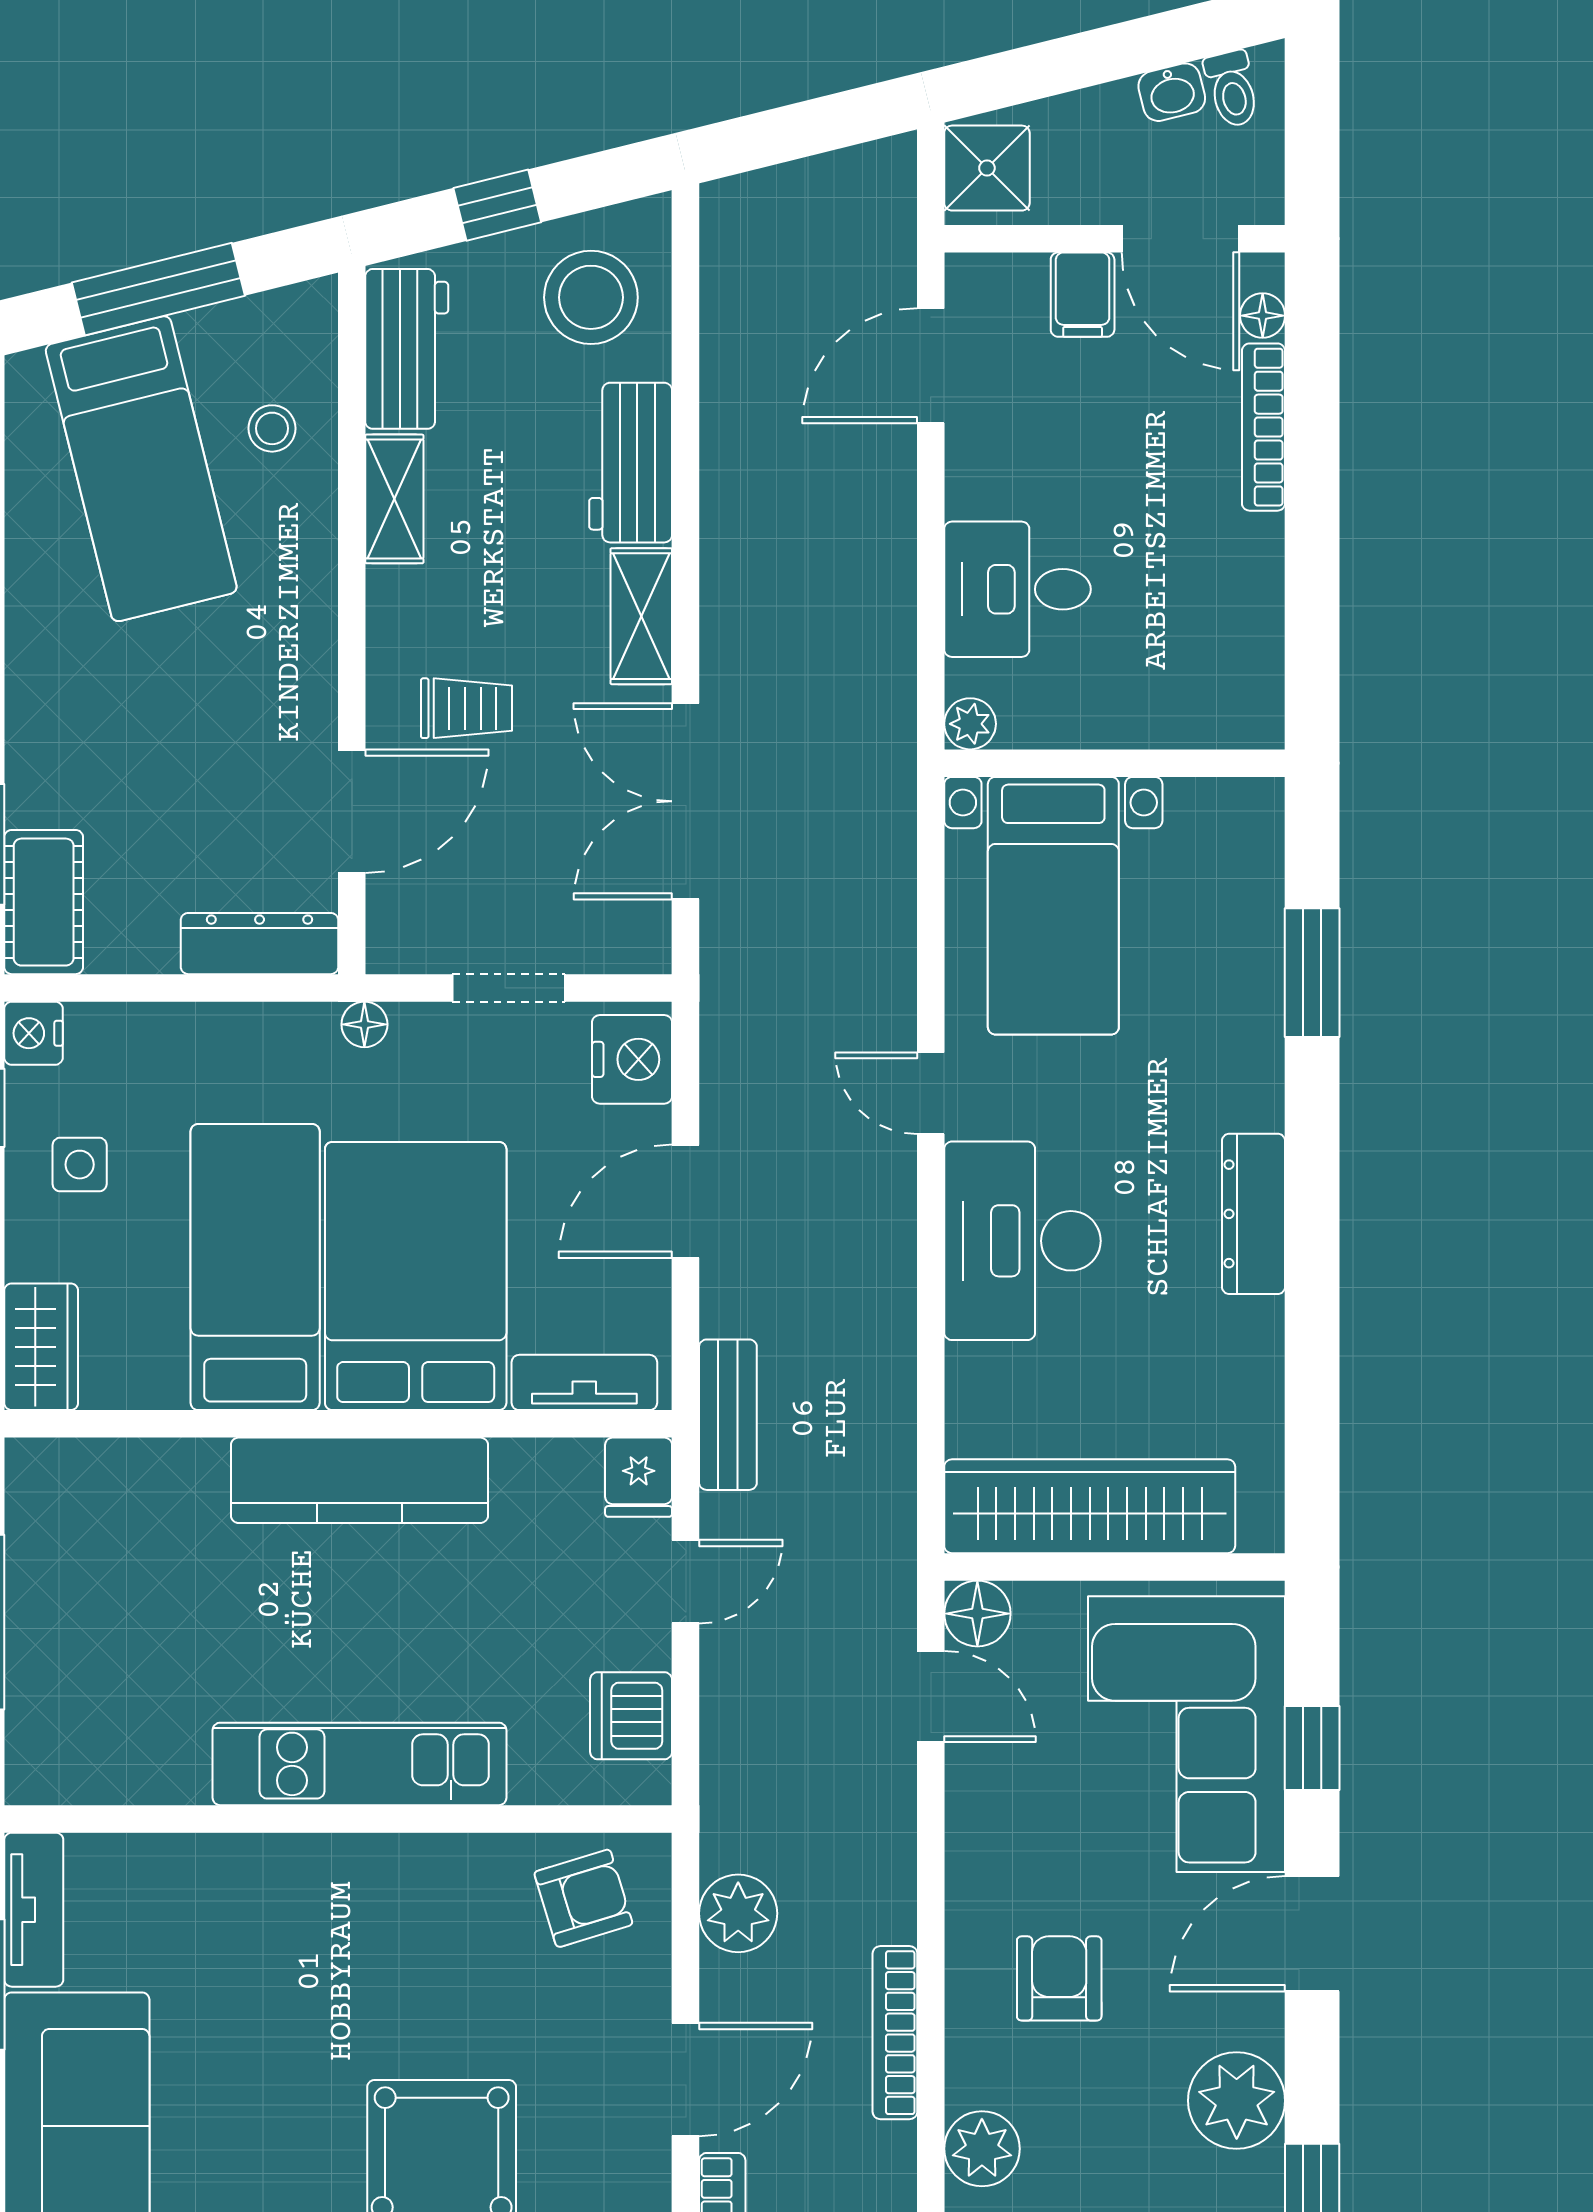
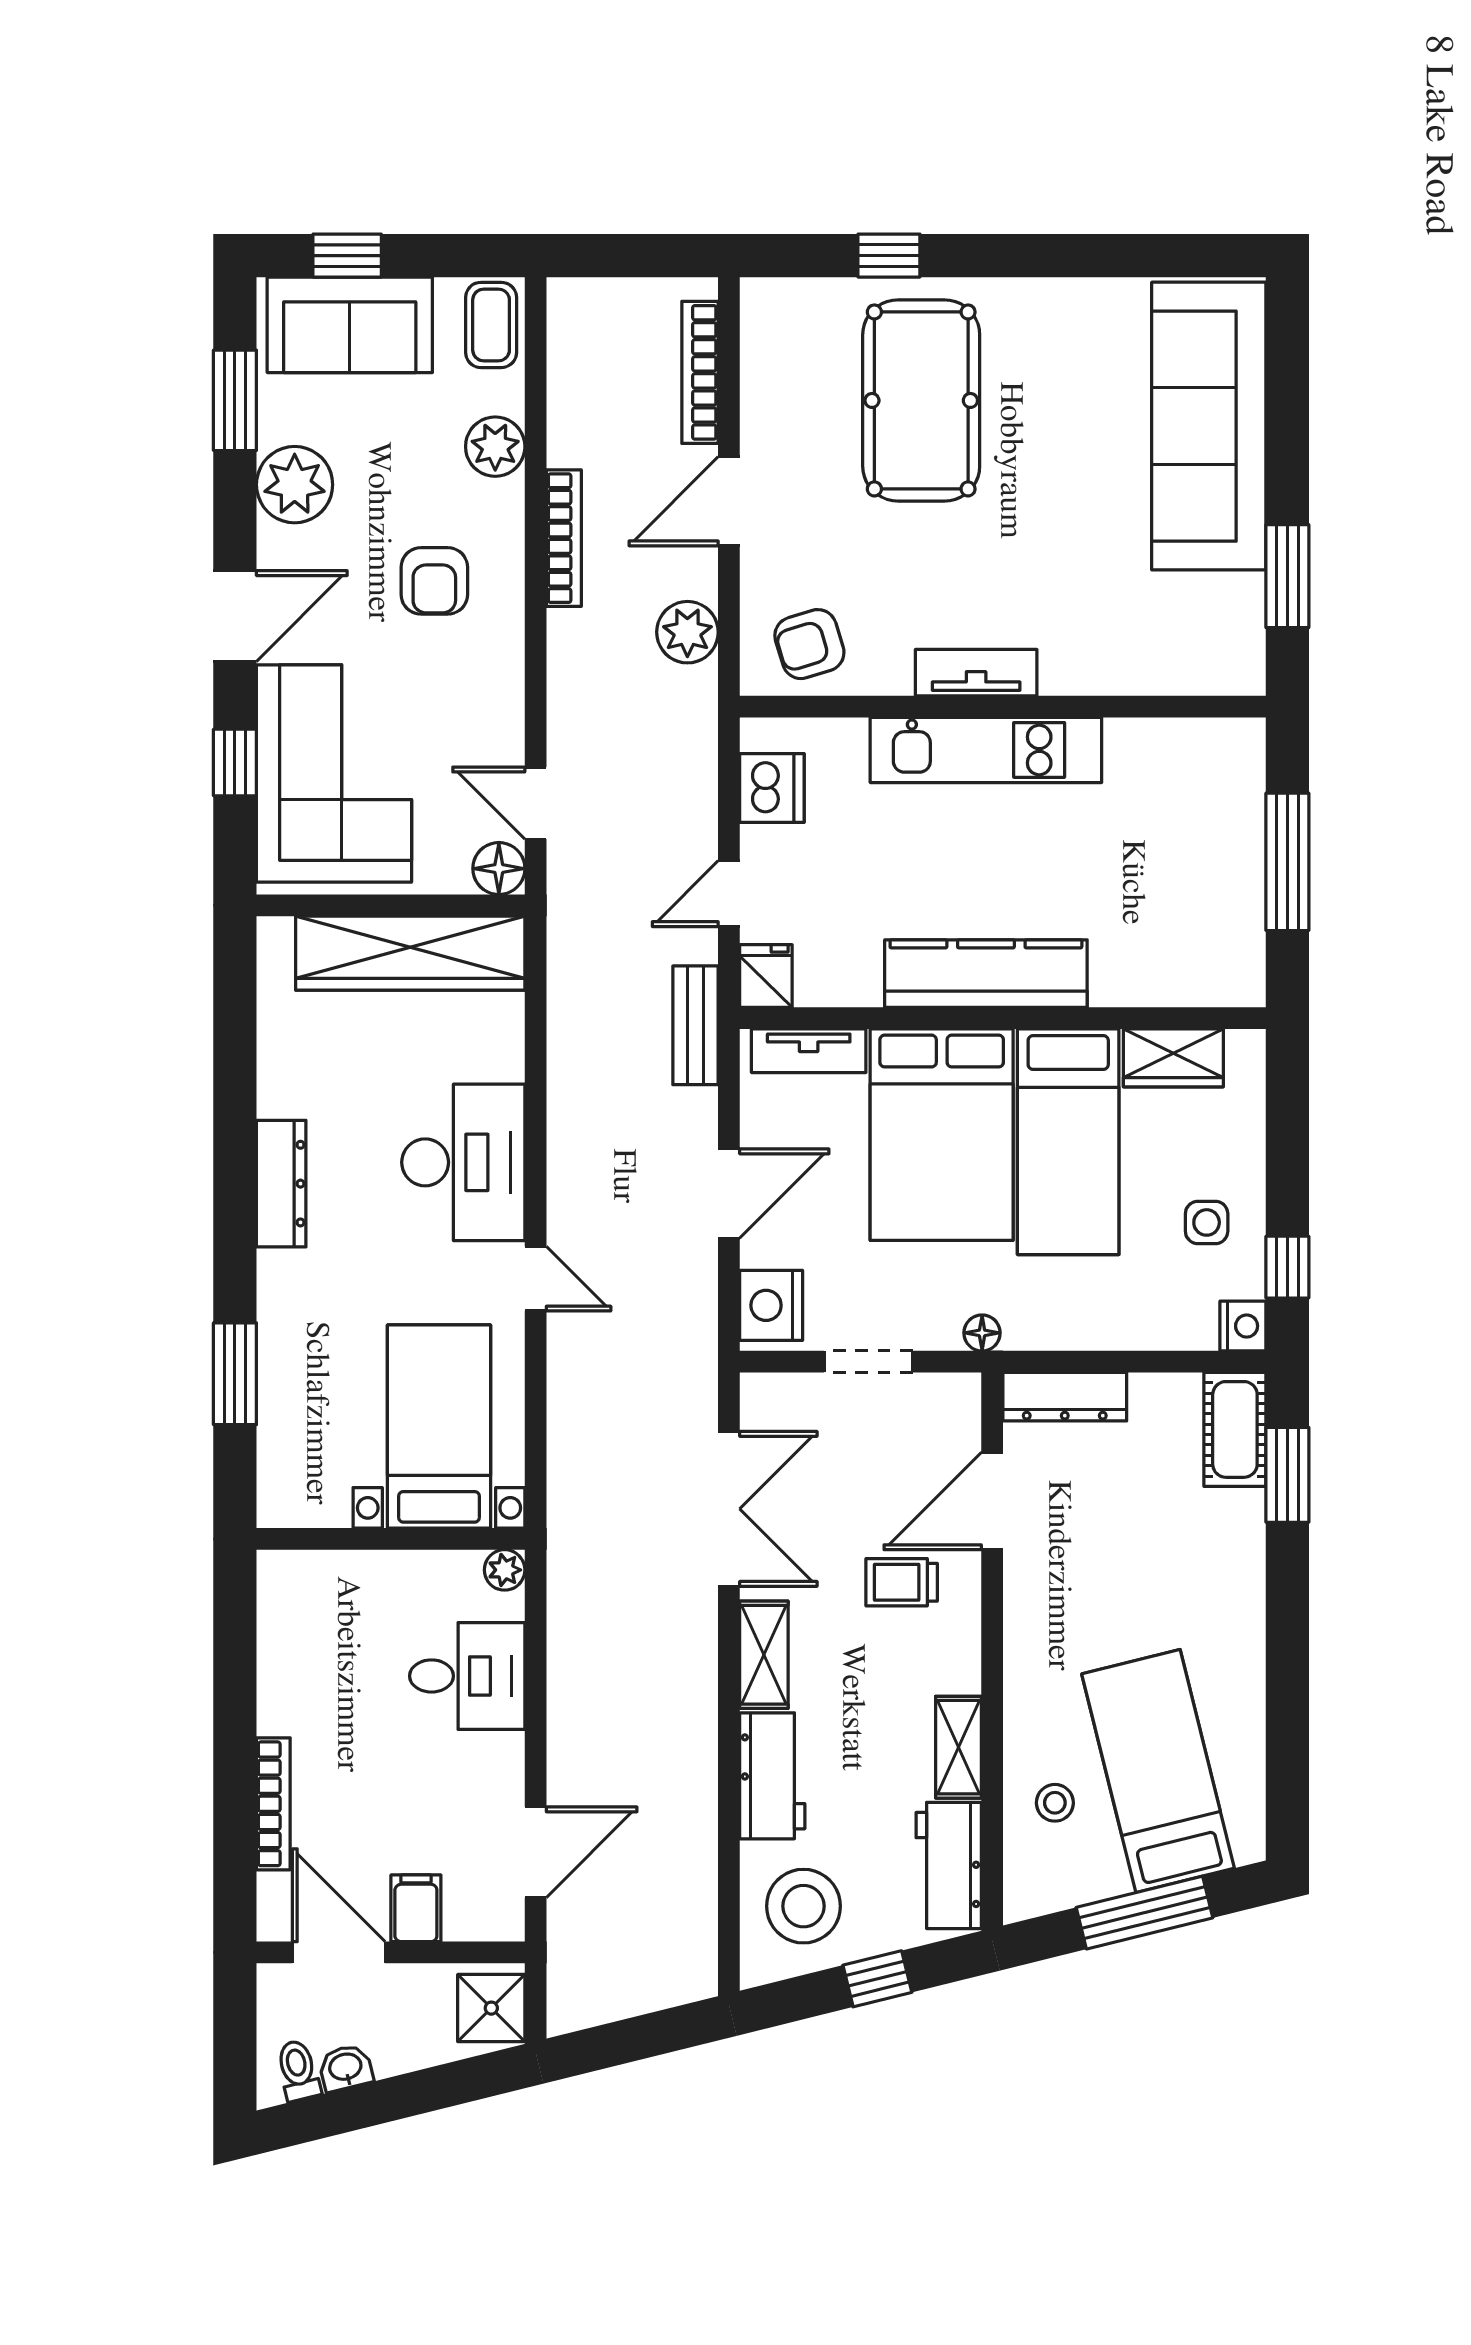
floor lamp: (1263, 316) -> (274, 1892), removed
wardrobe: (41, 1347) -> (1173, 1058), moved, turned -90
tv unit: (34, 1910) -> (976, 673), moved, turned 90

